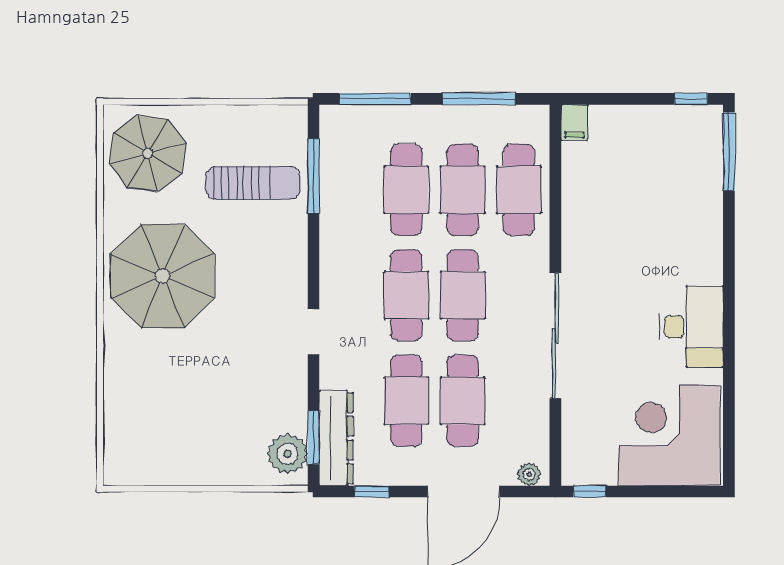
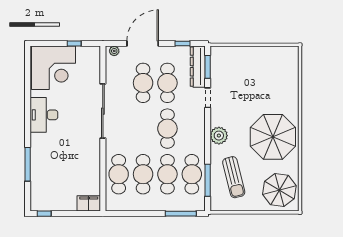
window: (479, 99) -> (136, 214), removed
filing cabinet: (574, 122) -> (89, 203), width x2.00
window: (729, 152) -> (28, 164), moved
sun lounger: (253, 183) -> (234, 177), turned -104
cafe table: (463, 295) -> (192, 174), moved
doorway: (313, 332) -> (208, 98), moved
plant: (288, 454) -> (219, 136), moved
window: (590, 492) -> (74, 44), moved

